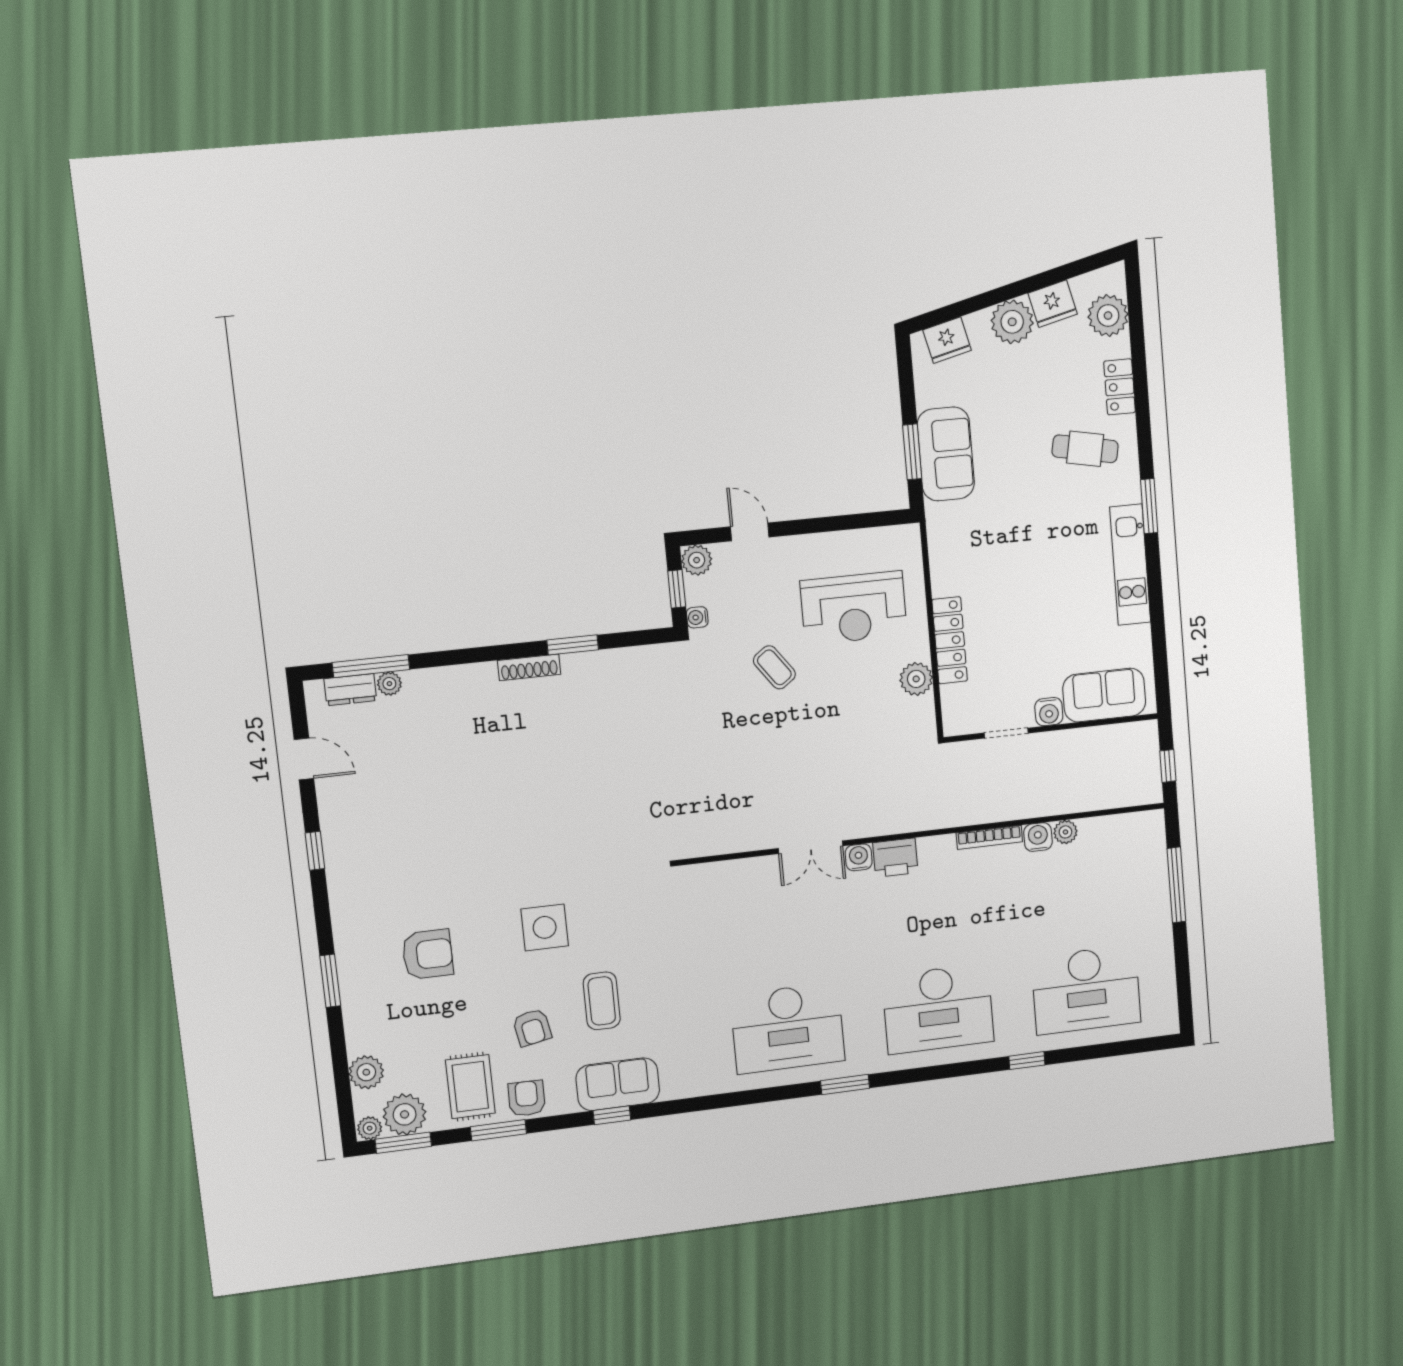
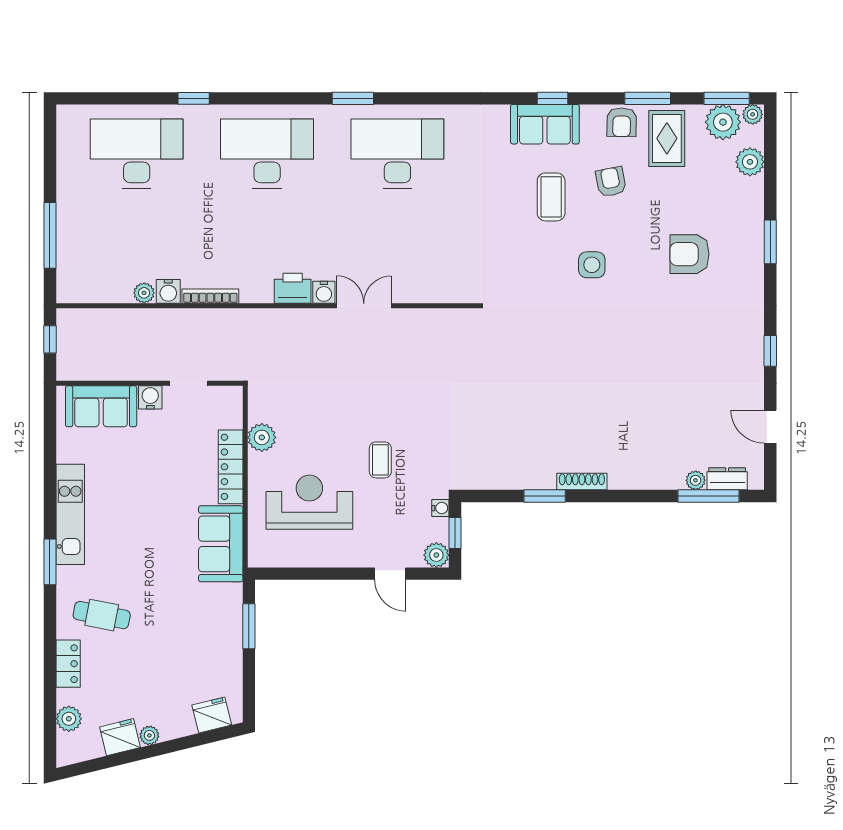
plant: (1108, 316) -> (69, 719), width x0.73, depth x0.73
plant: (1012, 322) -> (149, 735), width x0.53, depth x0.53
sofa: (946, 454) -> (221, 544), moved
coffee table: (774, 667) -> (380, 460), turned 36
side table: (545, 927) -> (592, 265), width x0.73, depth x0.73

